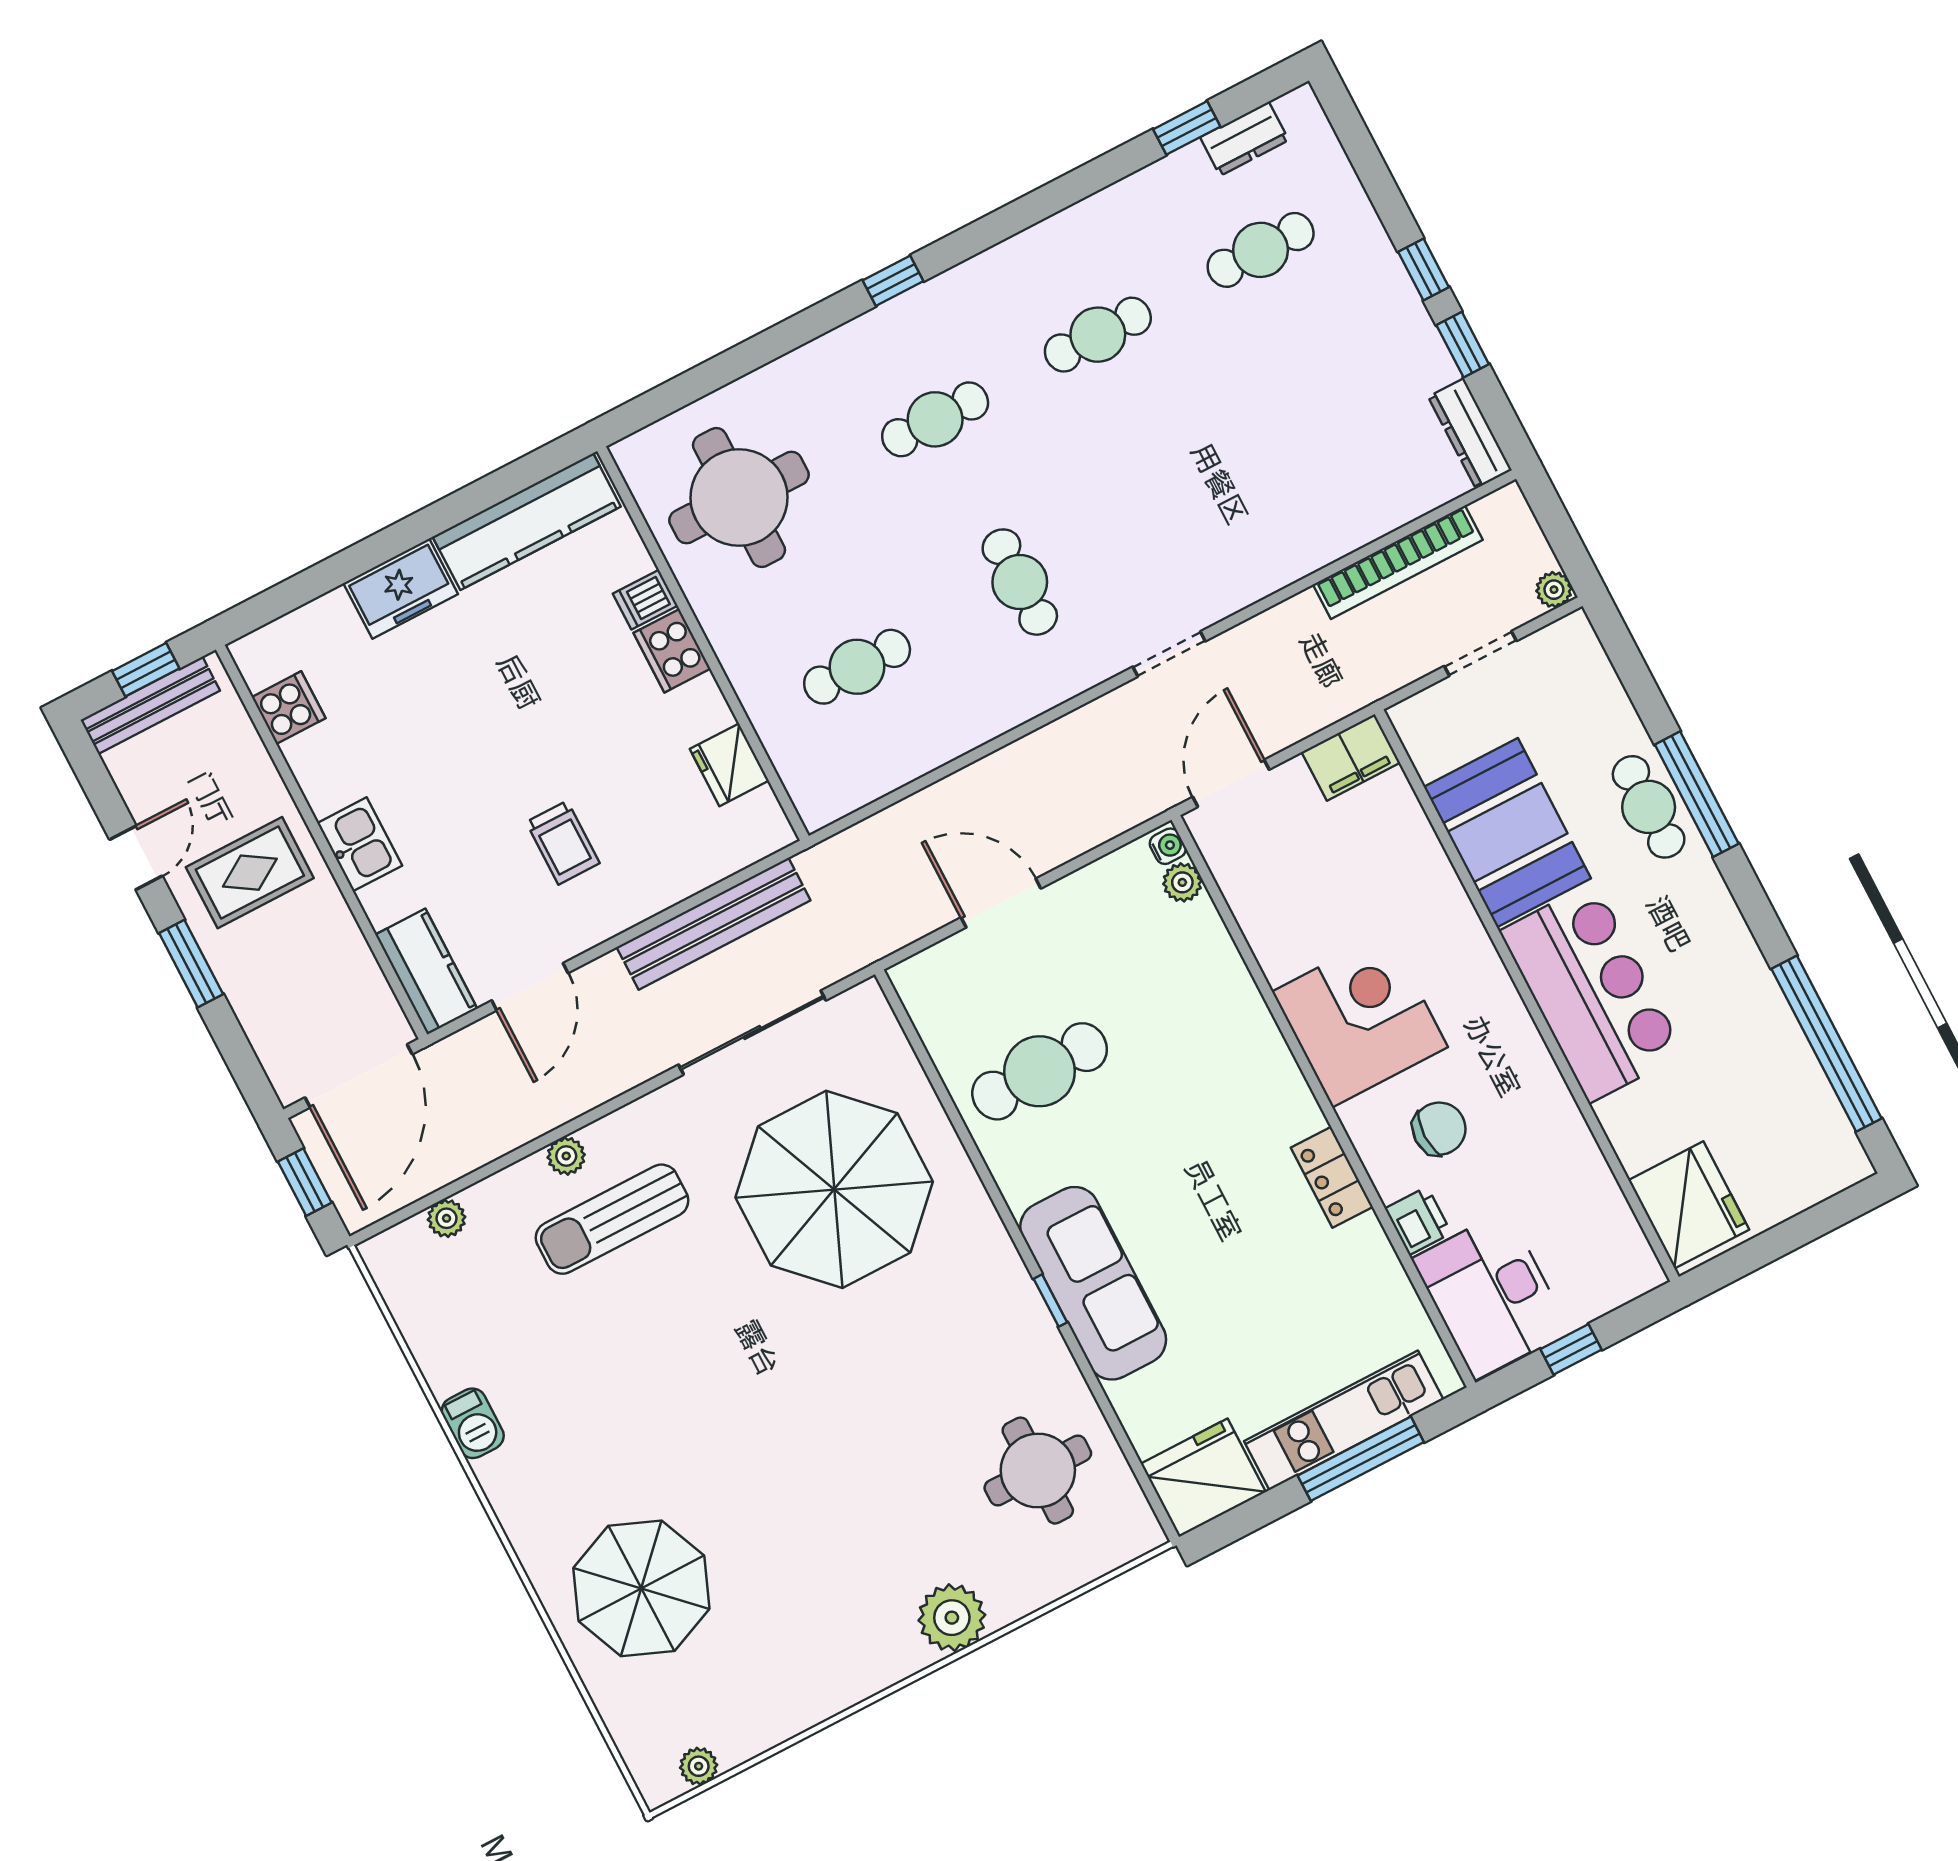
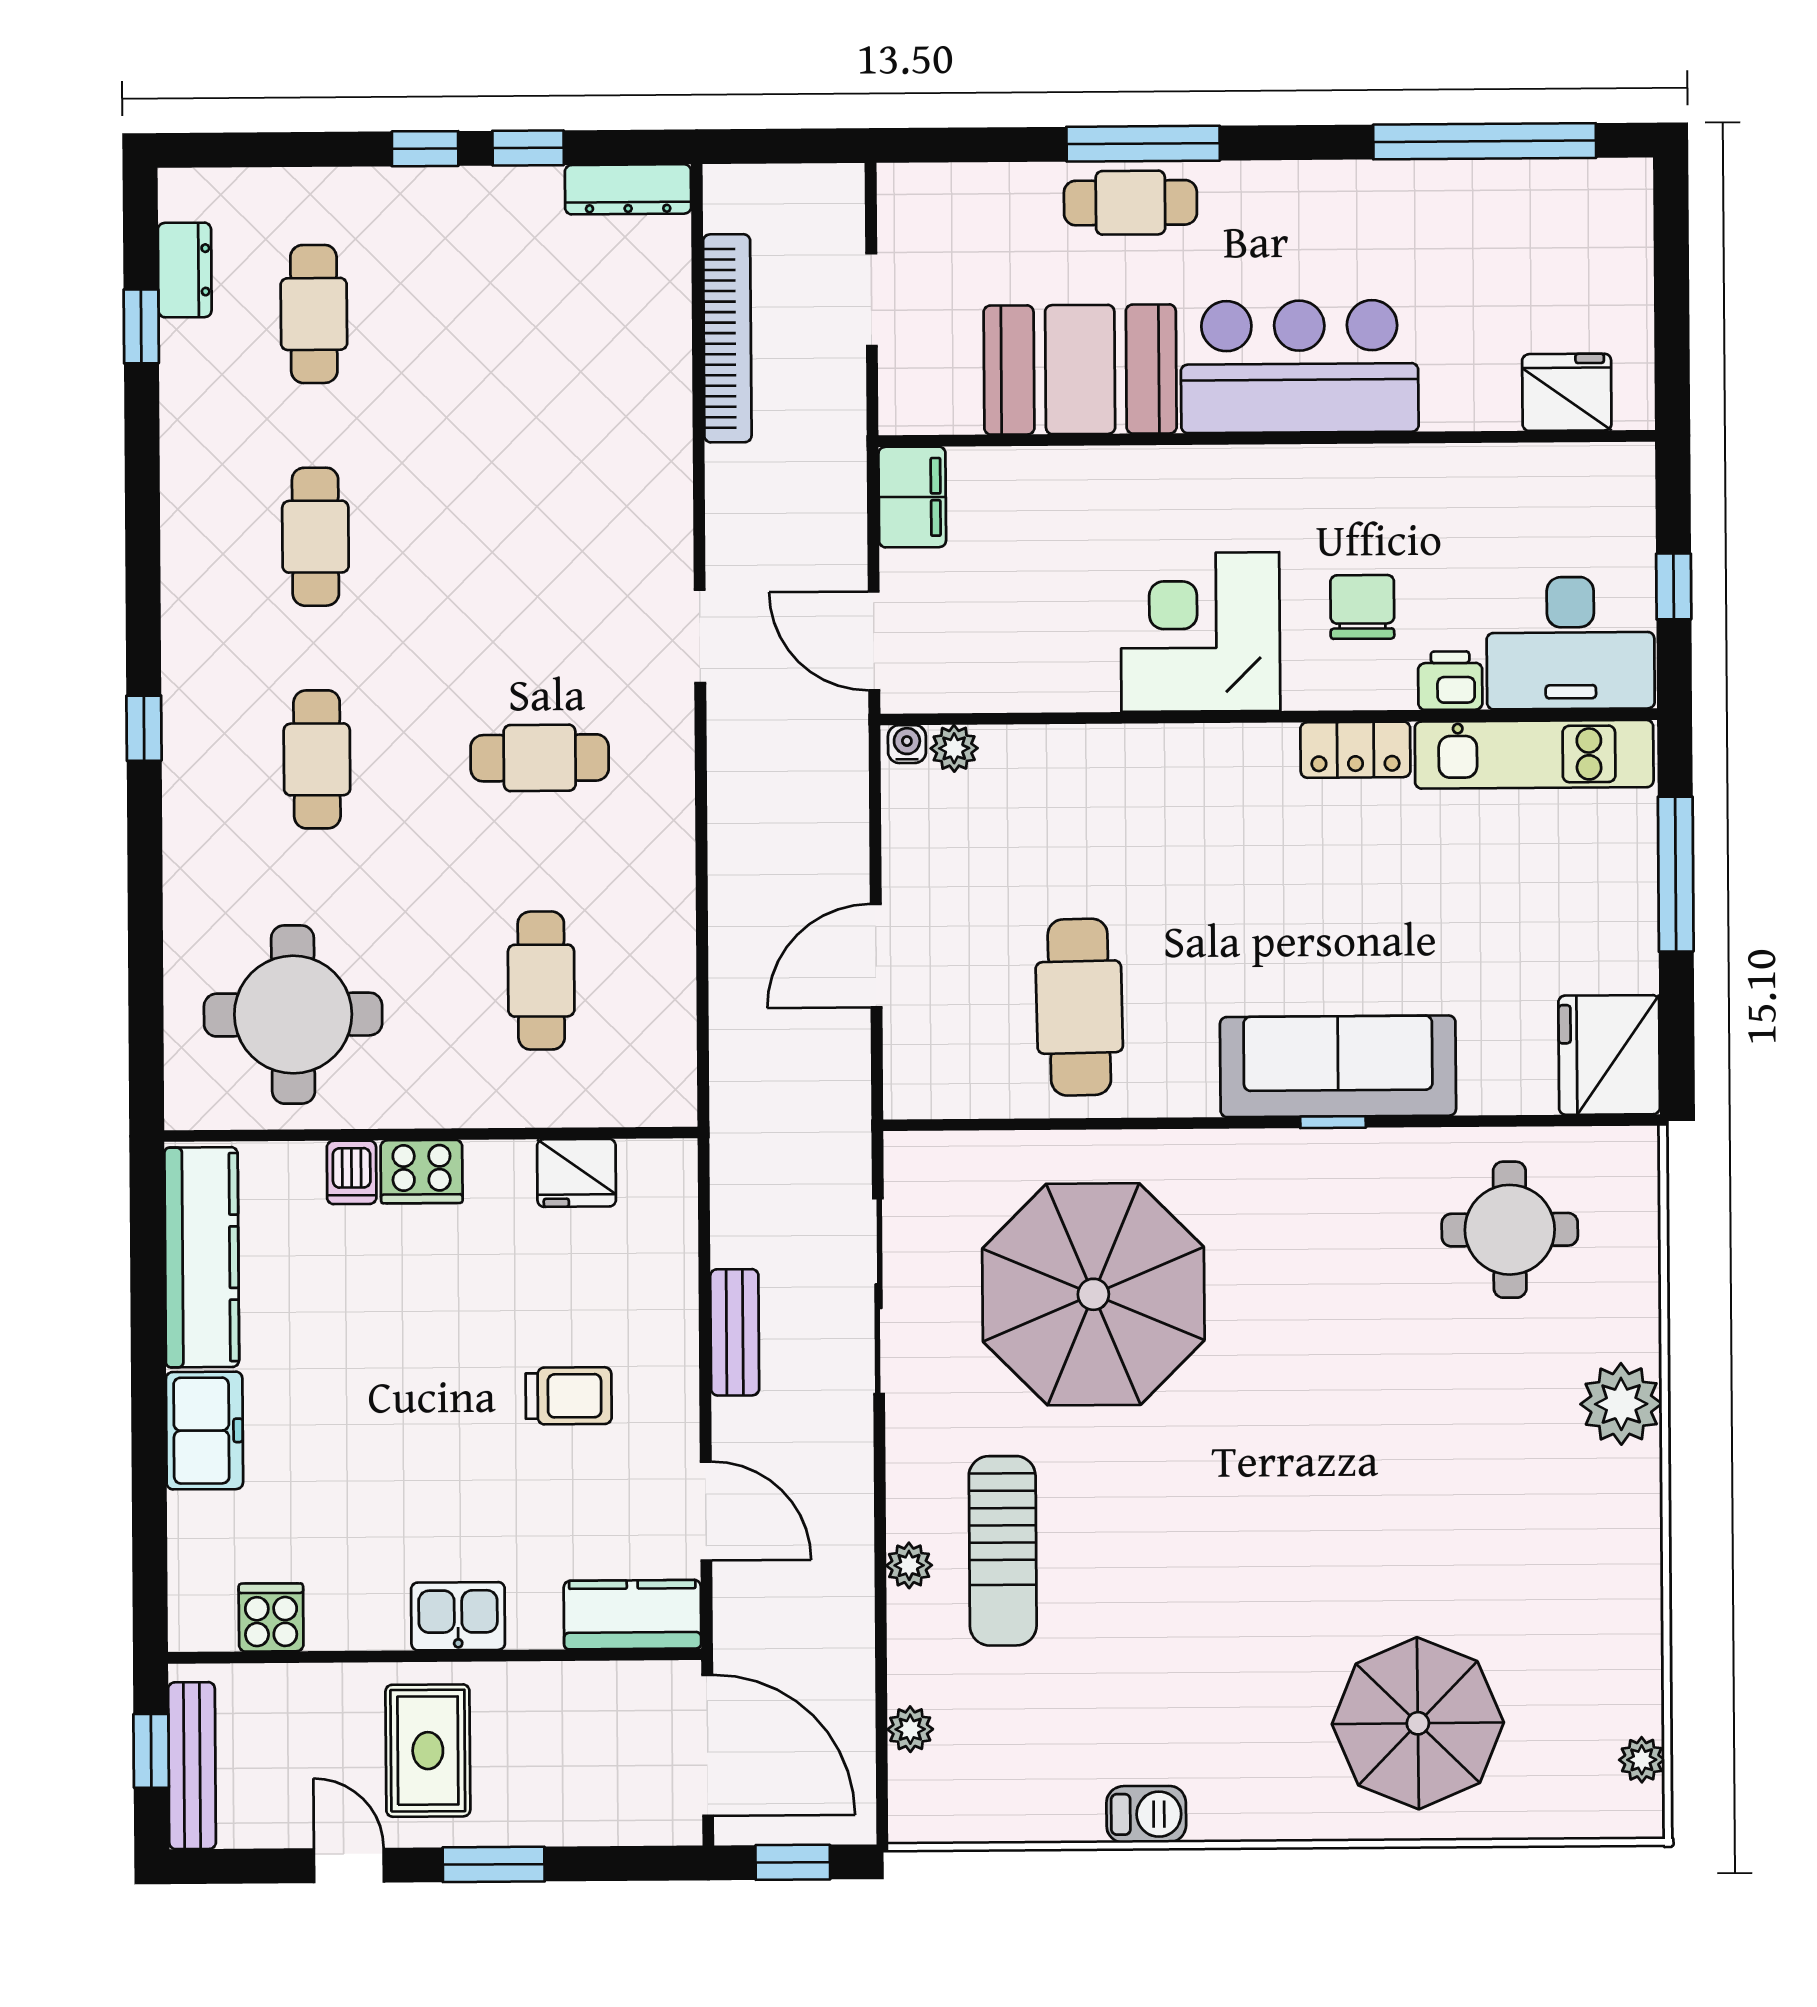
plant: (1554, 590) -> (843, 185), removed
bench: (714, 924) -> (735, 1332), width x0.54, depth x0.82
fridge: (1689, 1205) -> (1567, 392), width x0.73, depth x0.75
kitchen unit: (1344, 1420) -> (1534, 754), moved, turned -90

